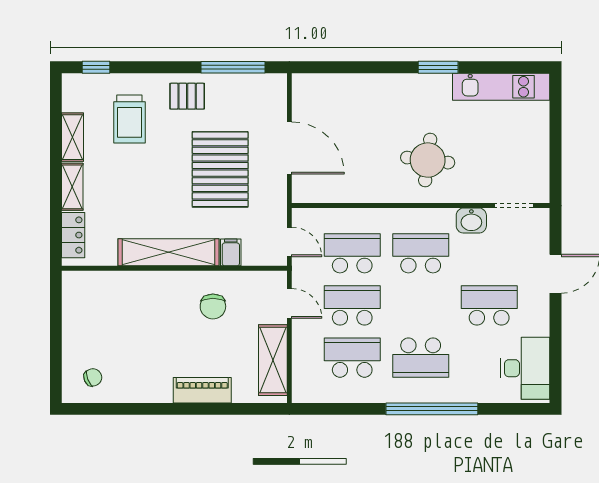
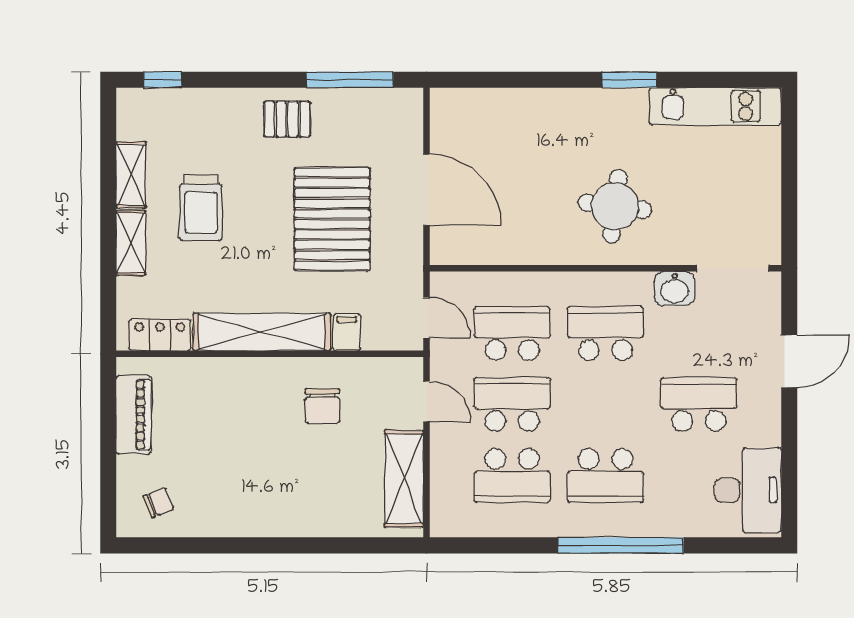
trolley: (129, 119) -> (201, 208), moved
doorway: (514, 206) -> (733, 268), width x1.38
locker: (73, 235) -> (160, 335), moved, turned -90
school desk: (352, 358) -> (512, 476), turned 180
piano: (202, 390) -> (134, 415), moved, turned 90

